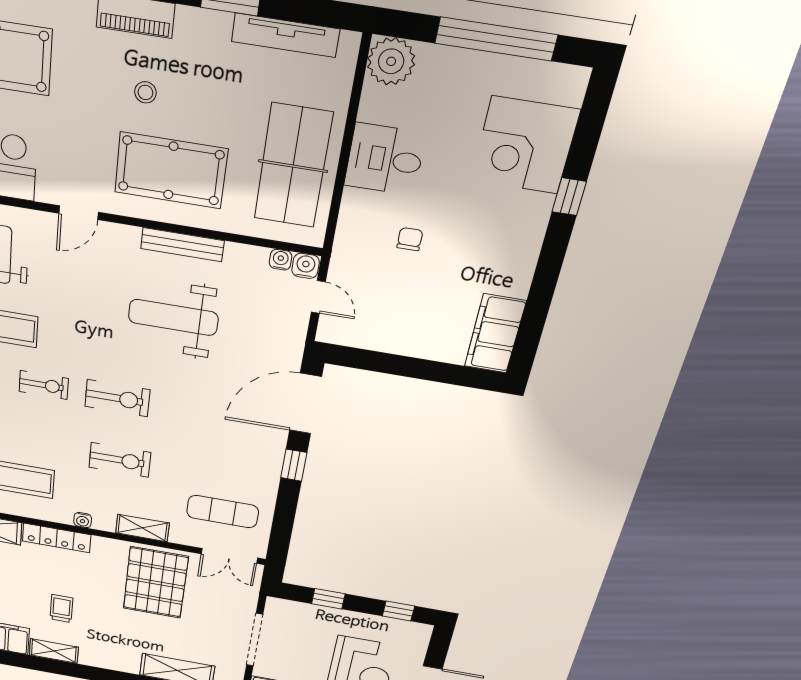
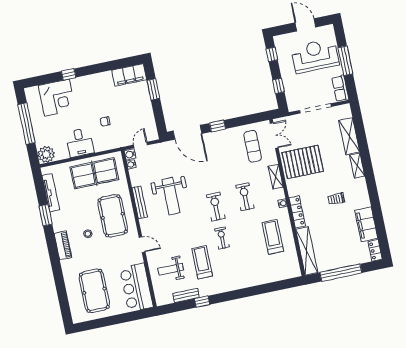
window: (436, 371) -> (153, 89), added
shelving: (54, 651) -> (357, 166), moved

